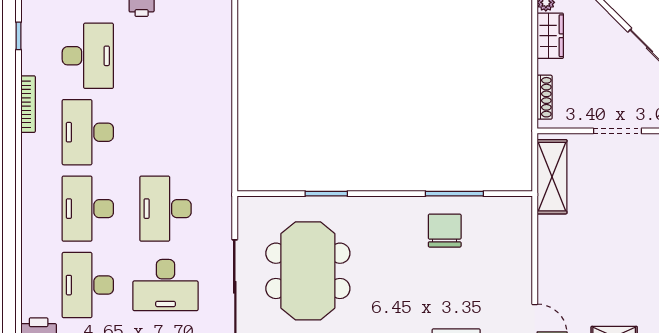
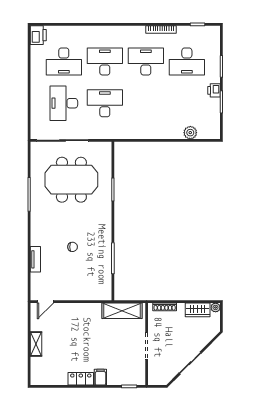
plant: (220, 49) -> (190, 133), added
chair: (445, 231) -> (73, 247), moved, width x0.54, depth x0.54
desk: (88, 285) -> (64, 62), turned 180

